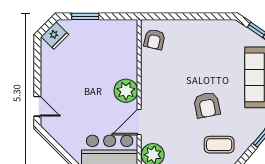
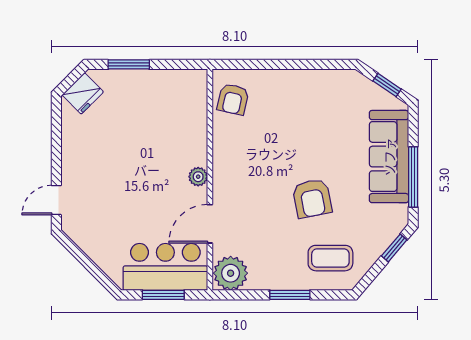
plant: (126, 91) -> (198, 177), width x0.53, depth x0.53
door: (37, 106) -> (56, 200), swing flipped

